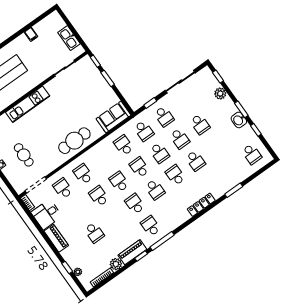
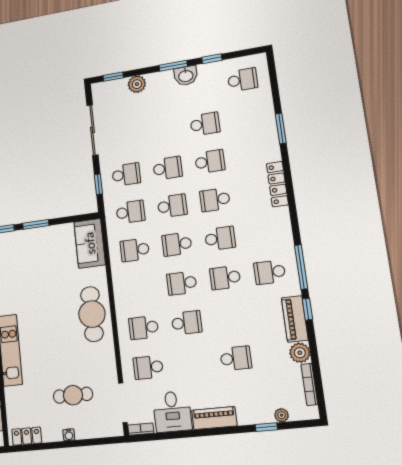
school desk: (200, 124) -> (205, 124), moved
school desk: (99, 196) -> (187, 323), turned 180

